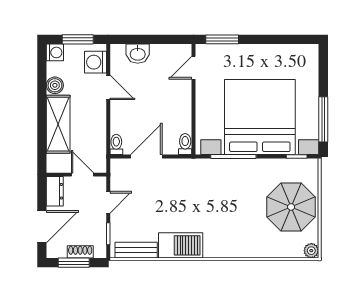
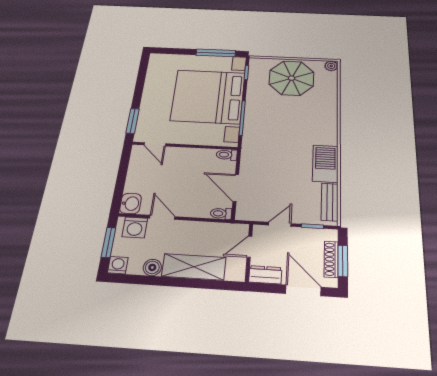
washbasin: (138, 54) -> (131, 204), moved
door: (108, 87) -> (162, 217), hinge flipped
door: (108, 202) -> (280, 224), hinge flipped
shoe rack: (80, 252) -> (331, 259), width x1.43

